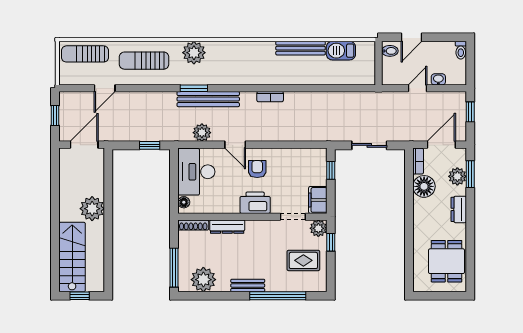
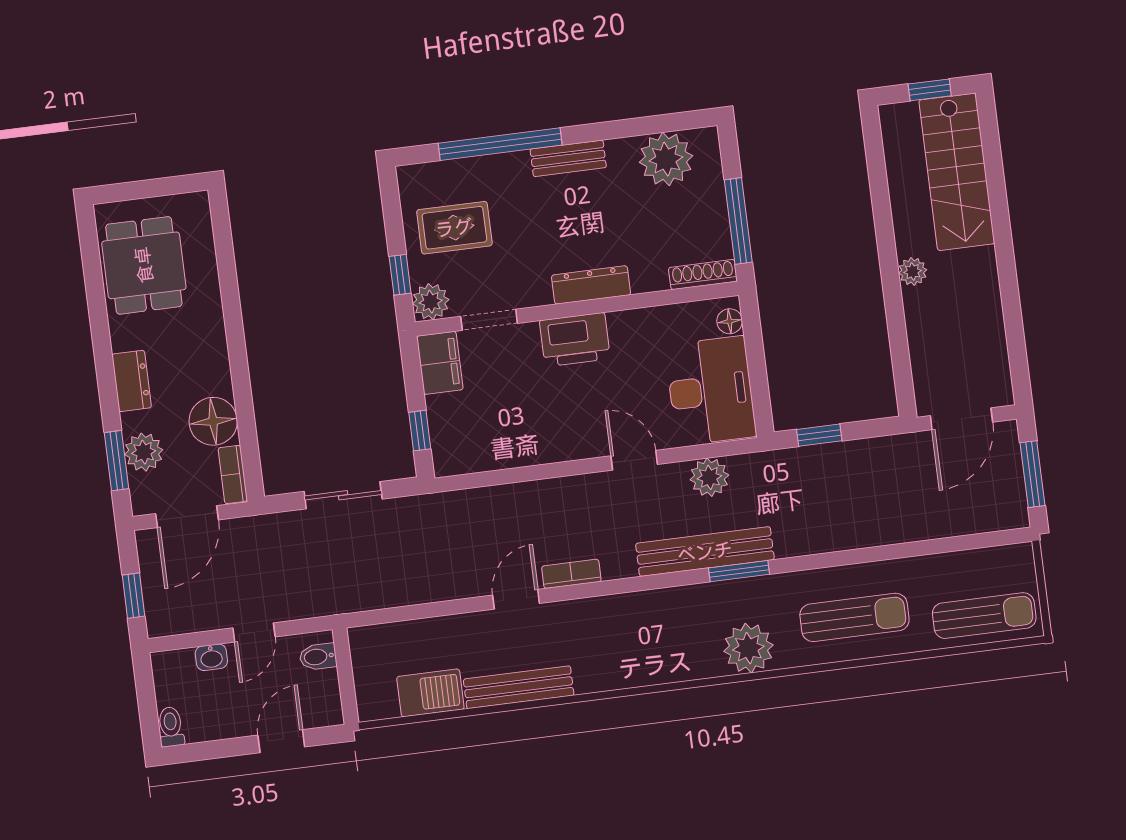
bidet: (390, 51) -> (318, 657), moved
door: (105, 88) -> (516, 599), moved
window: (55, 115) -> (1033, 474), width x1.50
armchair: (257, 169) -> (580, 413), removed
plant: (92, 209) -> (913, 272), width x0.53, depth x0.53
dresser: (227, 227) -> (591, 285), moved
window: (174, 268) -> (738, 221), moved

